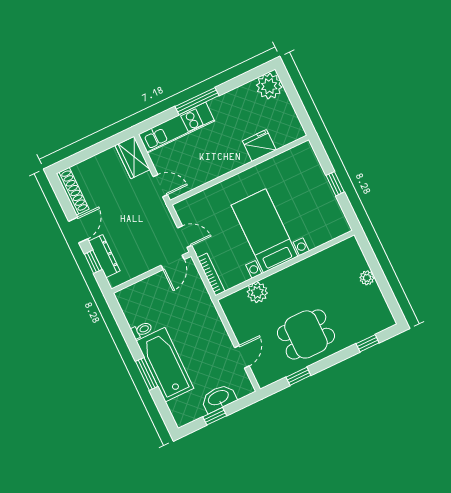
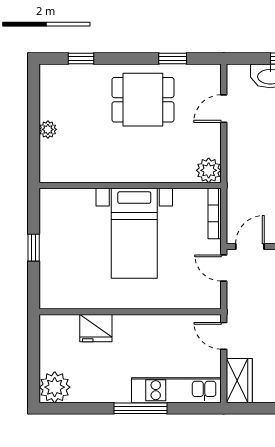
plant: (257, 292) -> (209, 170), moved

